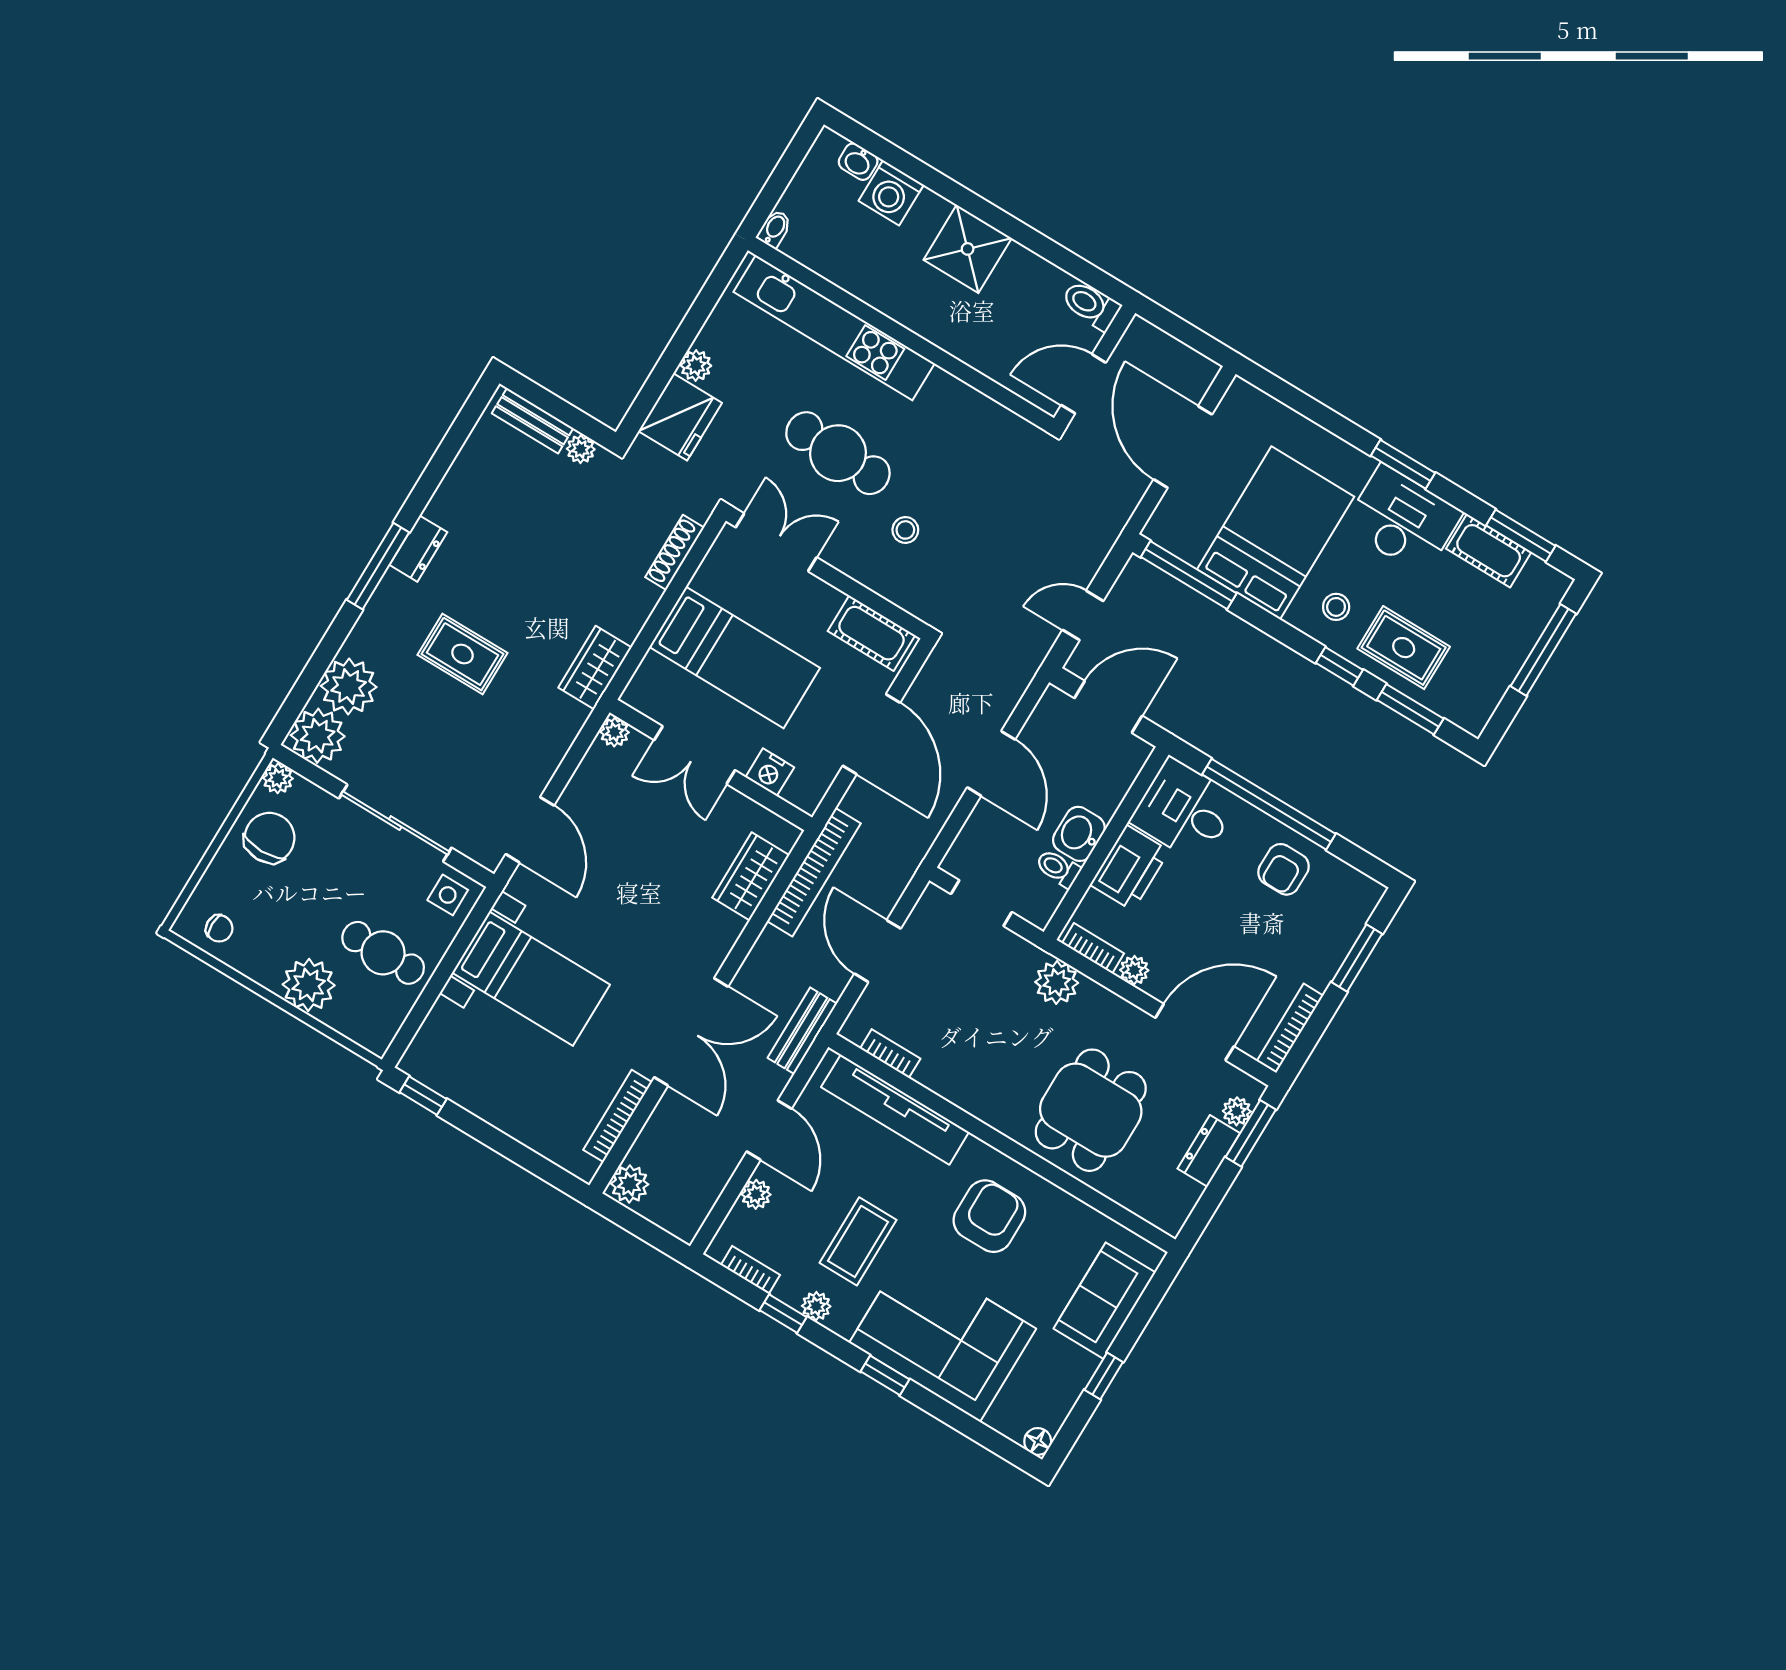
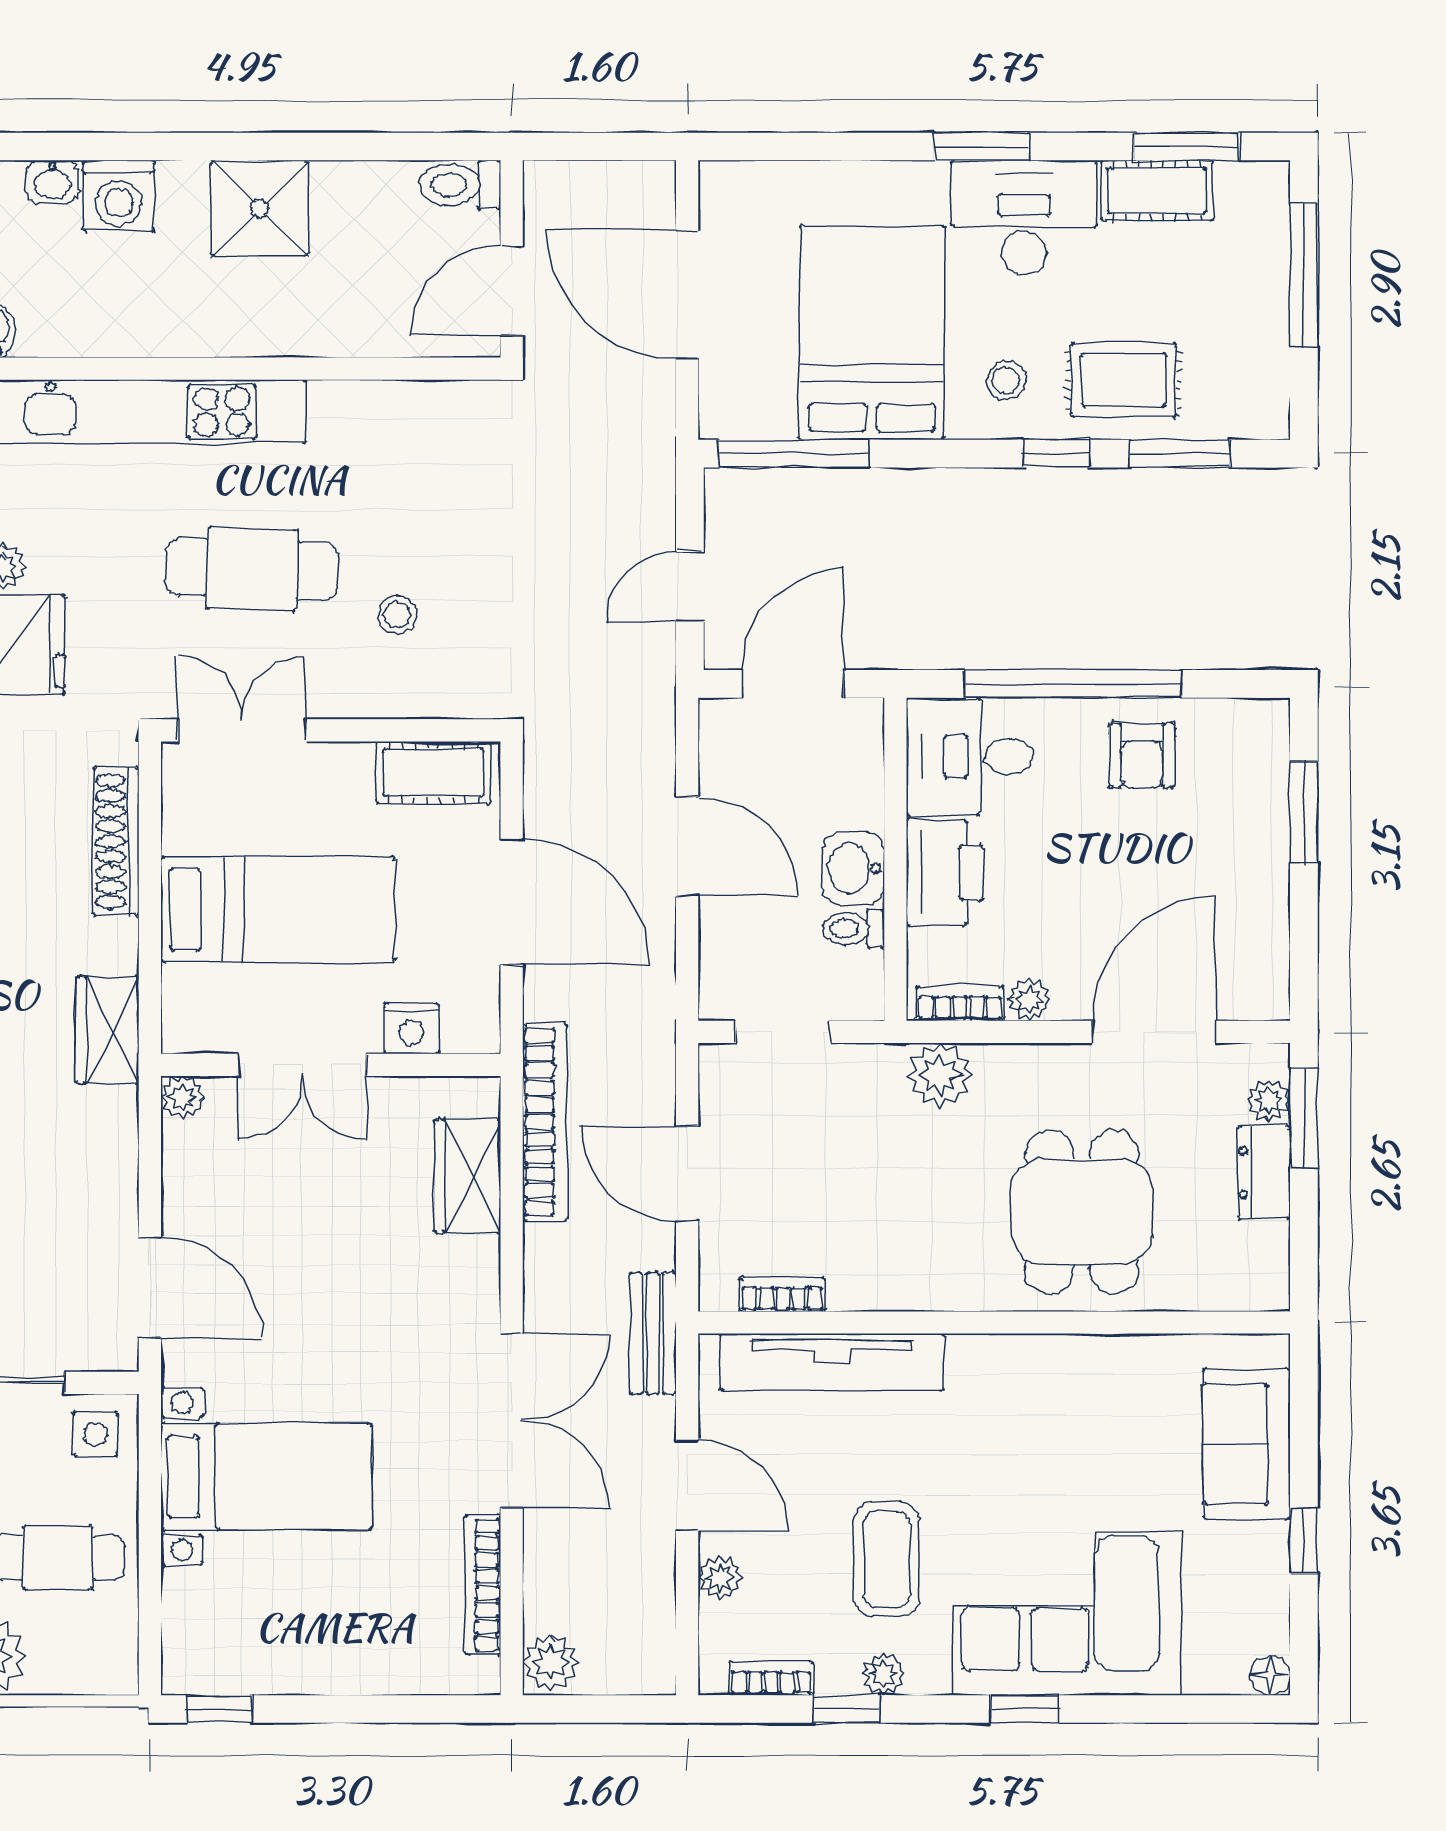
shoe rack: (675, 552) -> (116, 841), width x1.36, depth x1.24
bookcase: (1290, 1028) -> (1273, 953), removed
armchair: (989, 1216) -> (1034, 1425), removed

